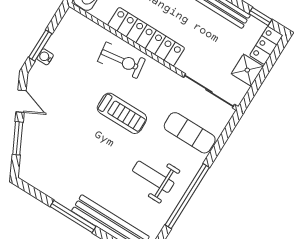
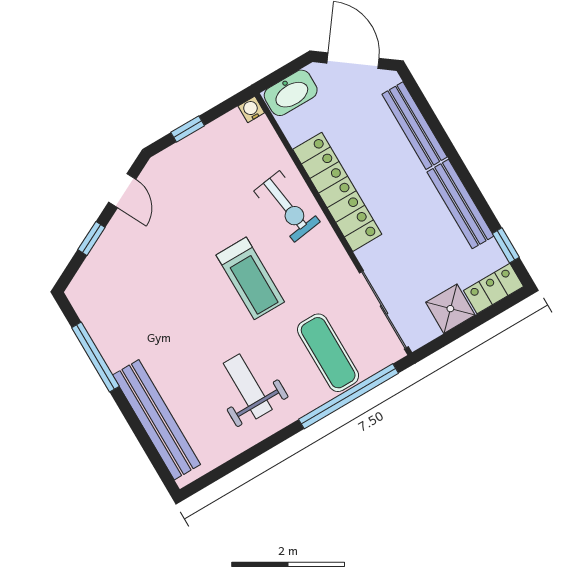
window: (40, 46) -> (188, 129), width x0.67
water cooler: (45, 57) -> (251, 109), moved
window: (18, 138) -> (91, 239), width x0.67
window: (187, 196) -> (348, 396), moved
window: (73, 217) -> (95, 357), moved

